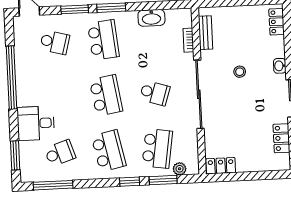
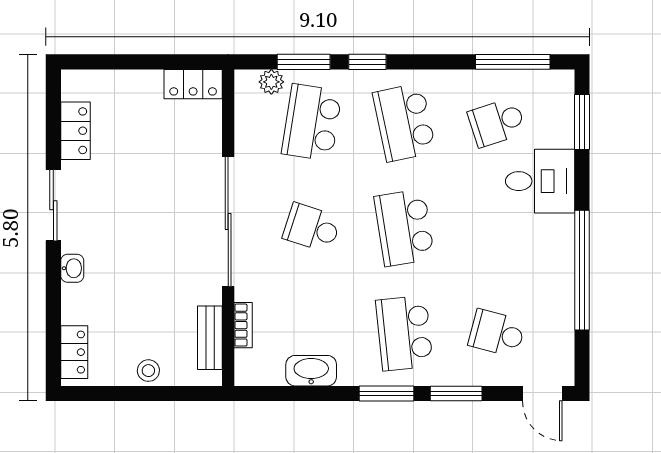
stool: (240, 72) -> (148, 371), moved

